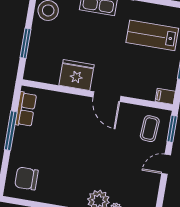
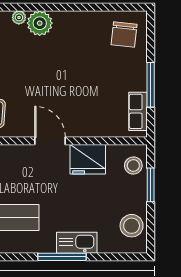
stool: (38, 63) -> (133, 166), added
chair: (26, 178) -> (124, 34), turned 96

